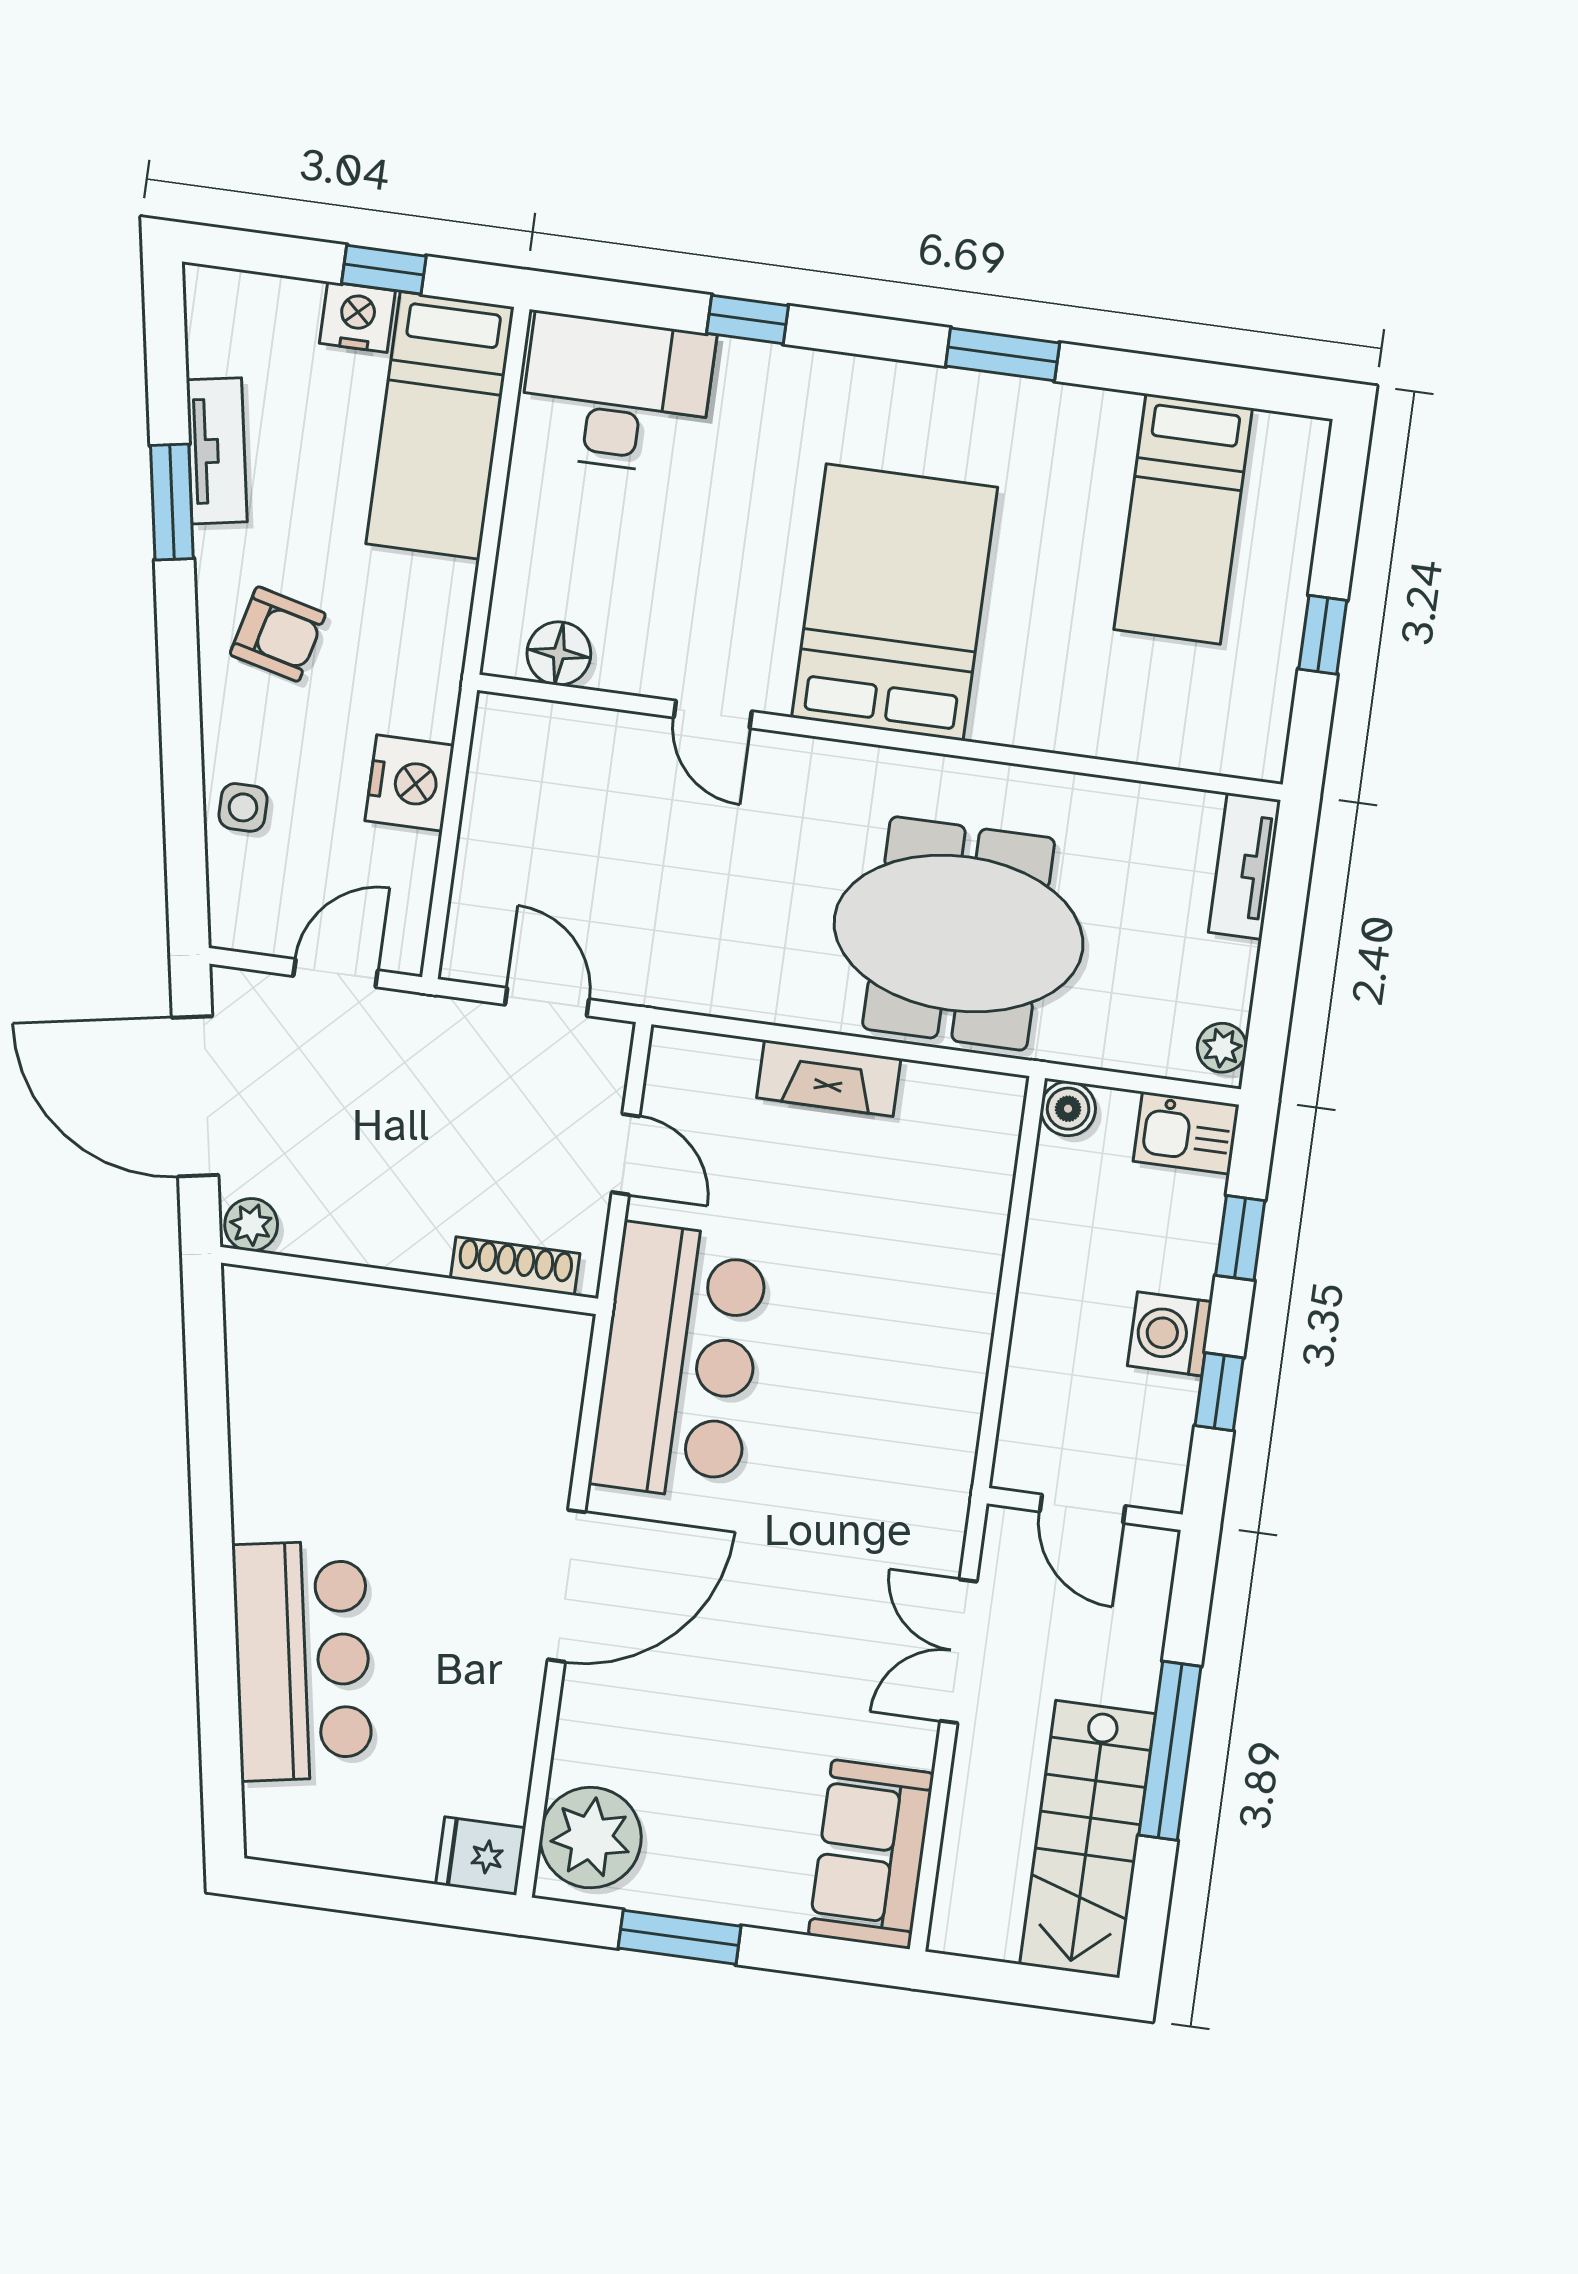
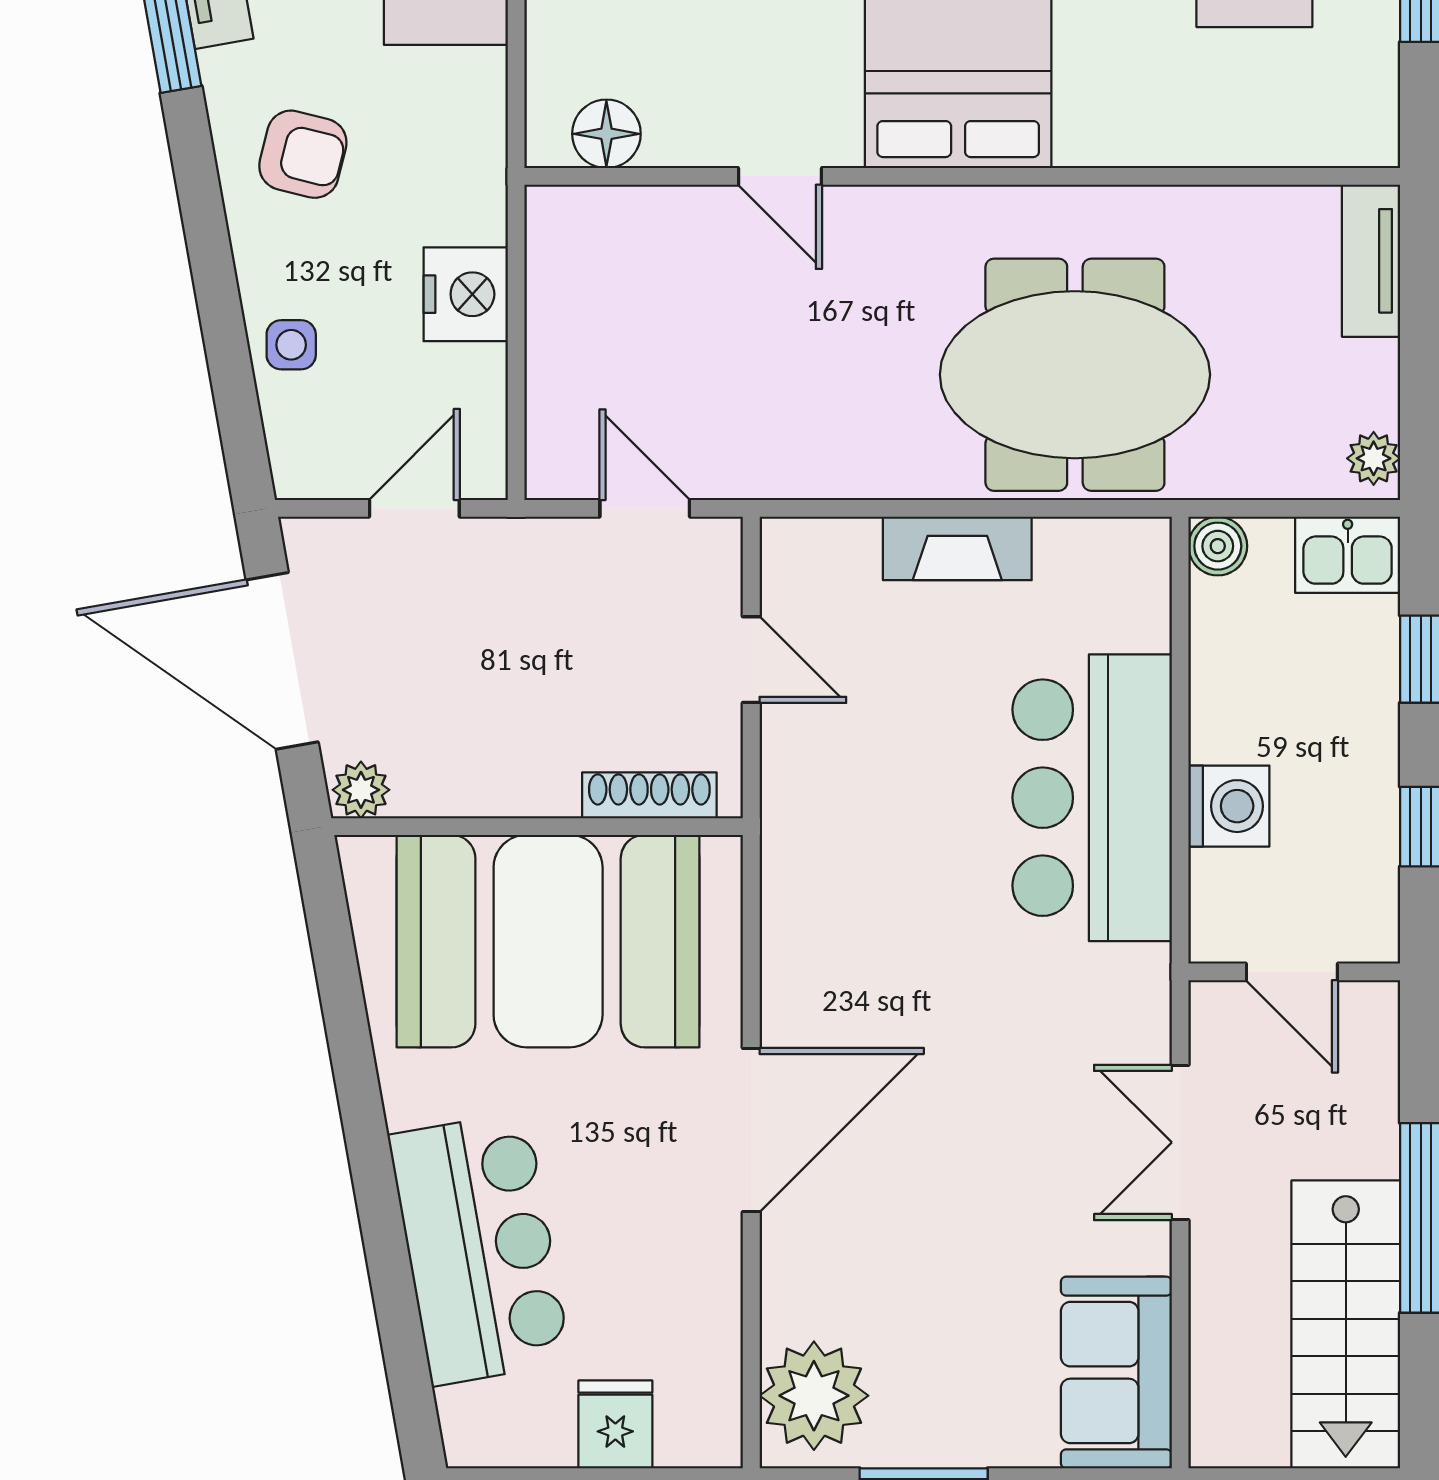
washing machine: (1170, 1334) -> (1229, 806), moved, turned 180
bar counter: (679, 1362) -> (1092, 798), moved, turned 180
booth: (404, 1387) -> (548, 941), added
fridge: (481, 1856) -> (615, 1424), moved, turned 90

